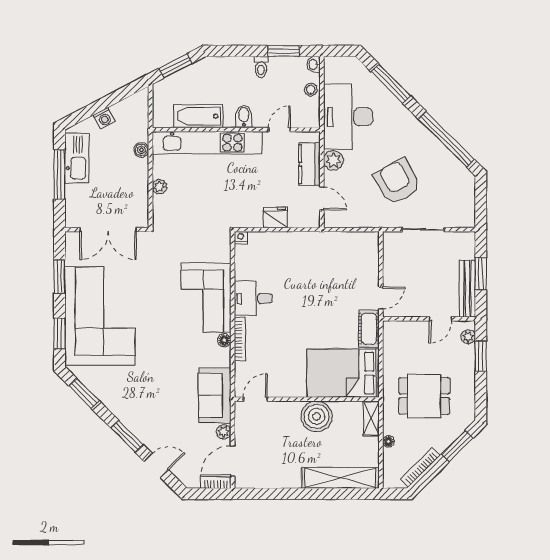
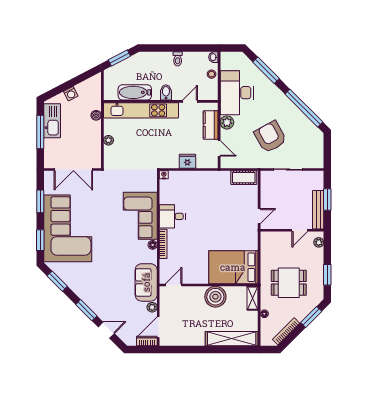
window: (284, 51) -> (193, 48), removed
cot: (369, 329) -> (244, 178), moved, turned 90
window: (481, 356) -> (327, 275), moved

